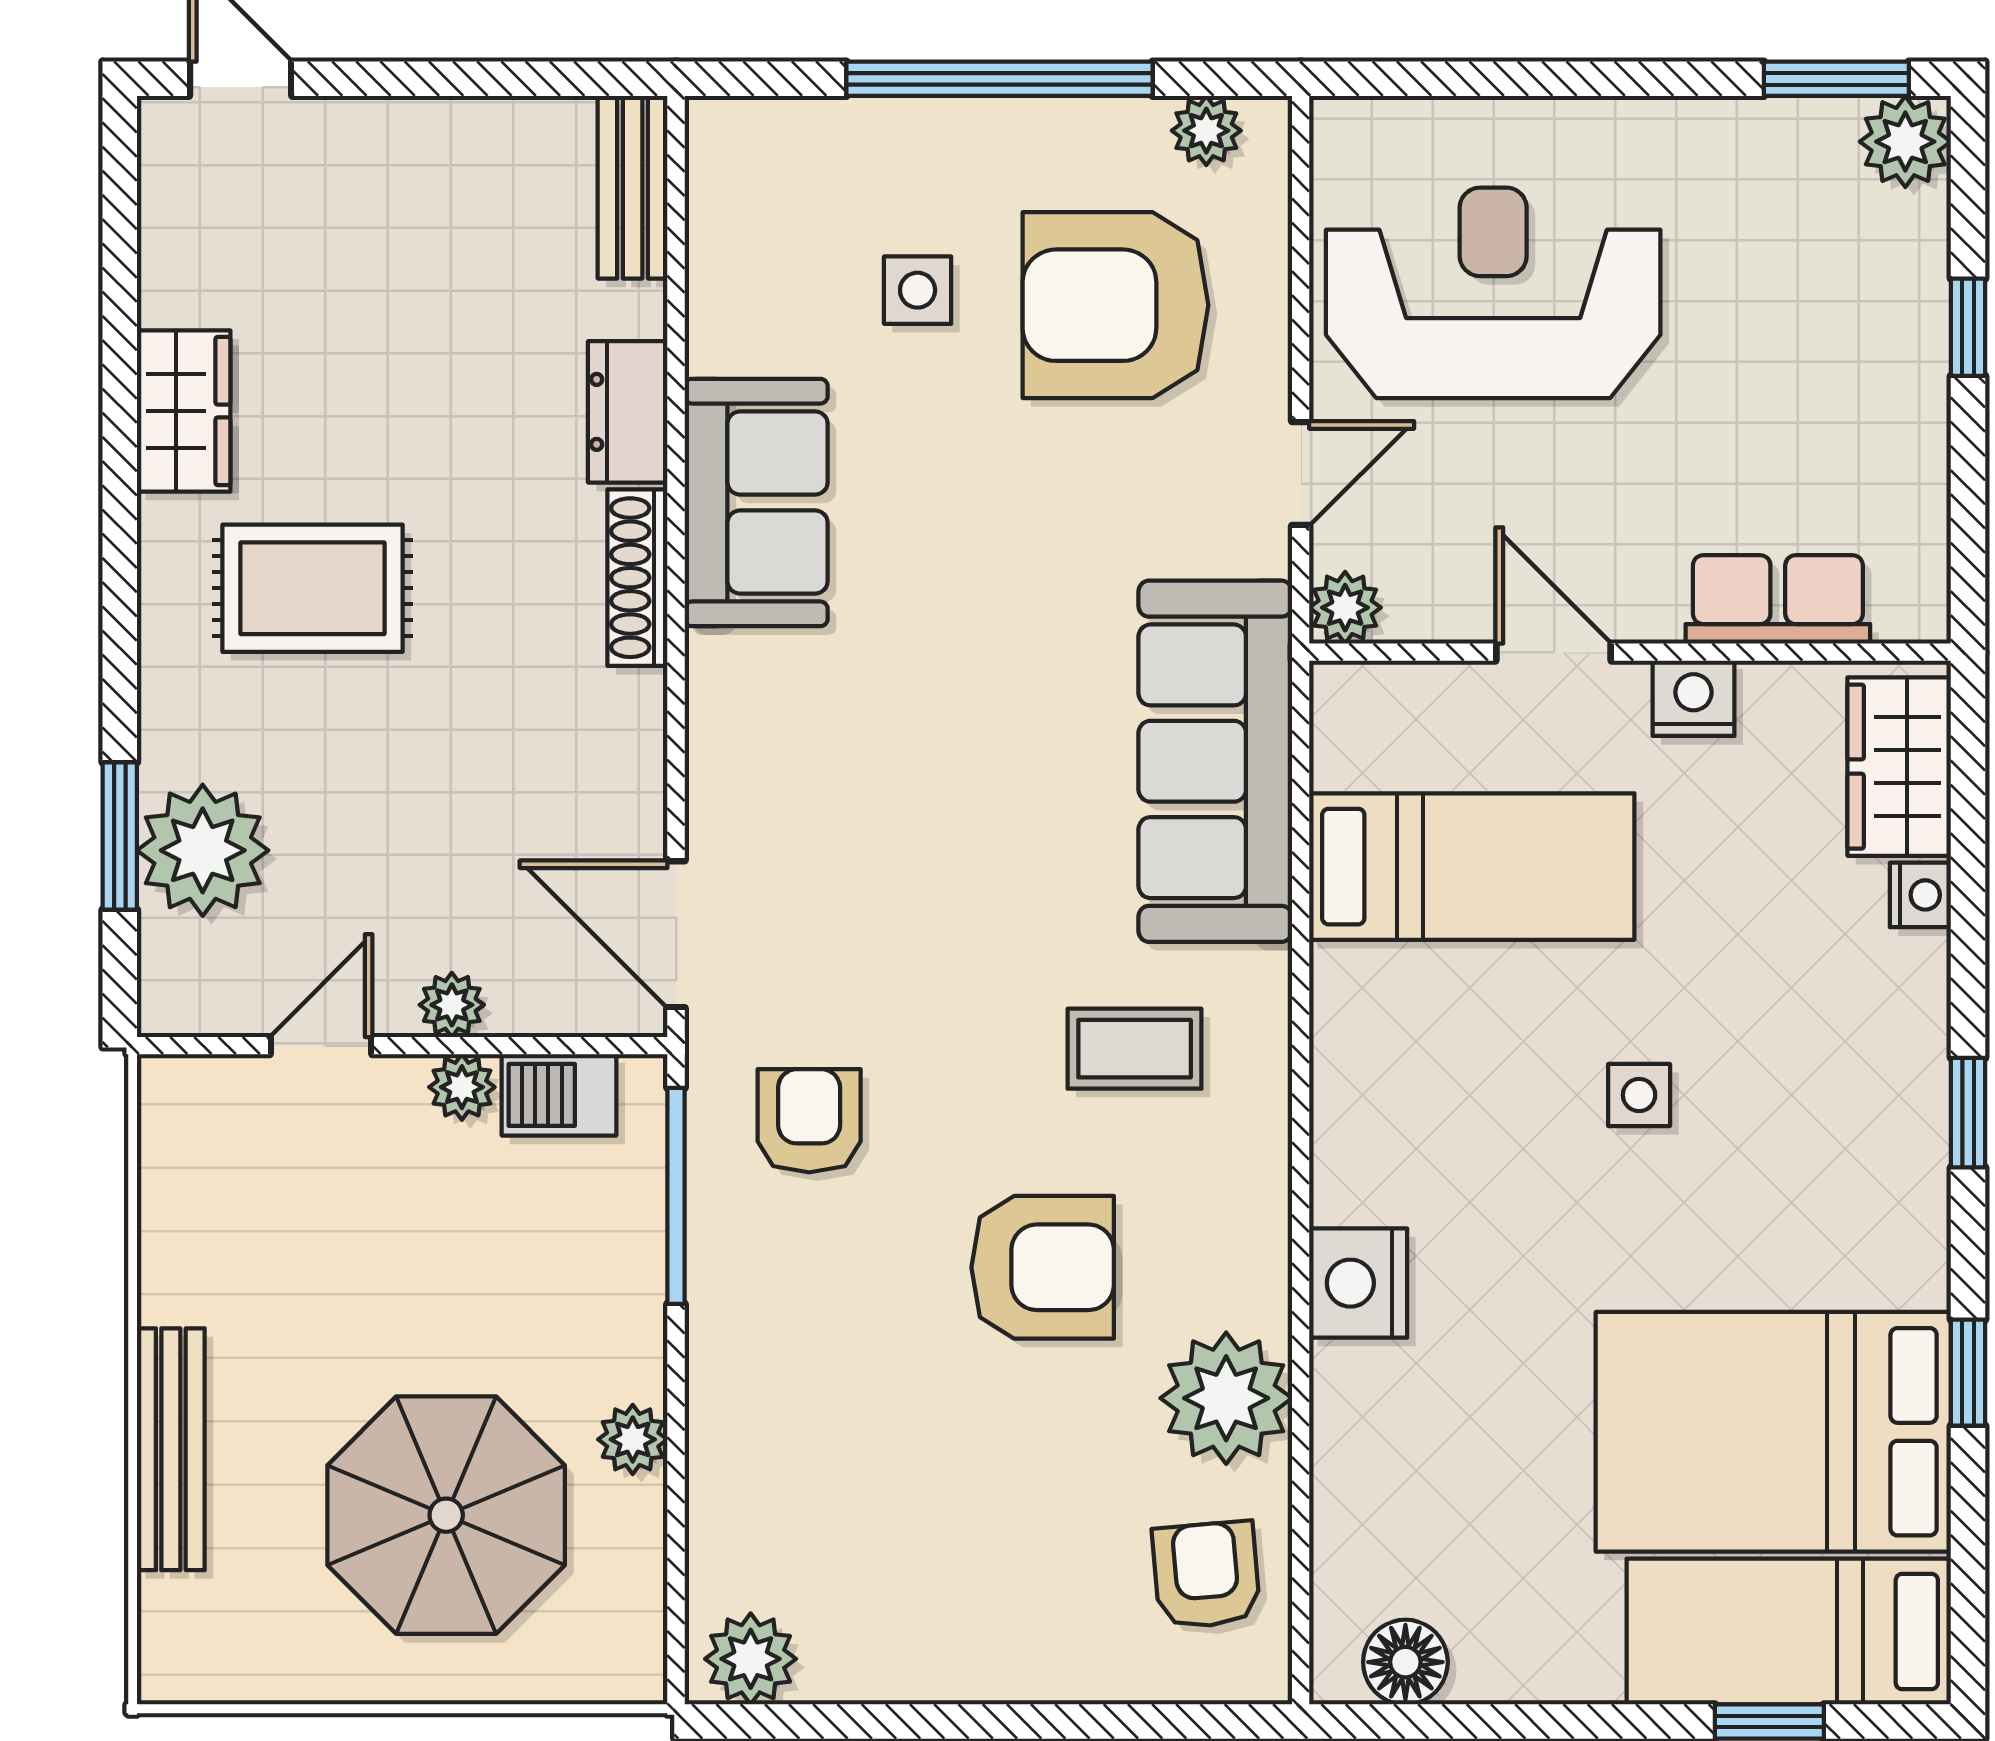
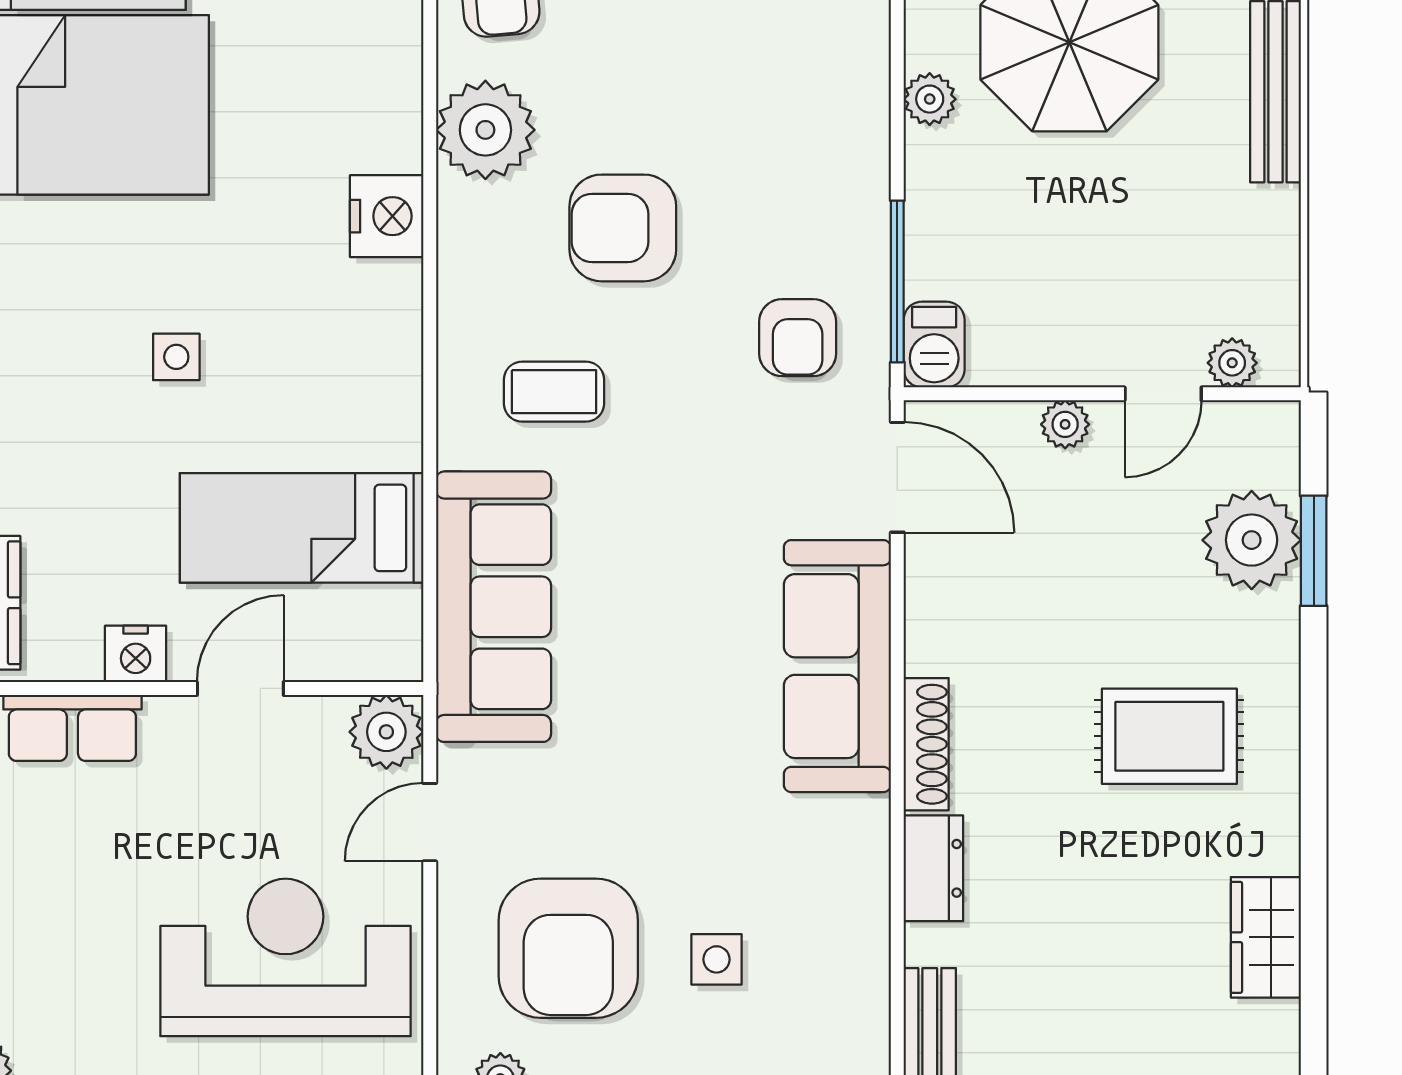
reception desk: (1493, 293) -> (286, 957), turned 180
armchair: (1116, 305) -> (568, 948), turned 90
wardrobe: (184, 411) -> (1266, 937), moved
sofa: (756, 502) -> (837, 666), moved, width x1.36
plant: (1345, 608) -> (386, 732), width x1.38, depth x1.38
door: (1554, 652) -> (240, 688), swing flipped
plant: (462, 1087) -> (1232, 363), moved
barbecue: (559, 1095) -> (934, 345), moved, turned 90

